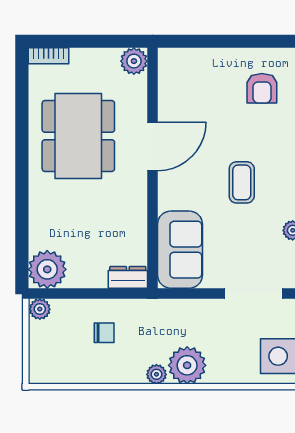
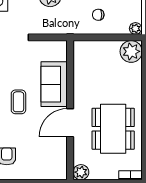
sofa: (180, 250) -> (54, 84), moved
dresser: (128, 277) -> (84, 47), removed

